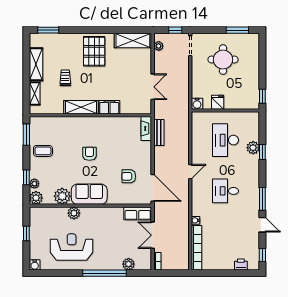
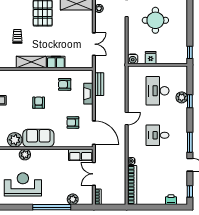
fireplace: (146, 128) -> (88, 94), moved
armchair: (119, 133) -> (65, 84), added

